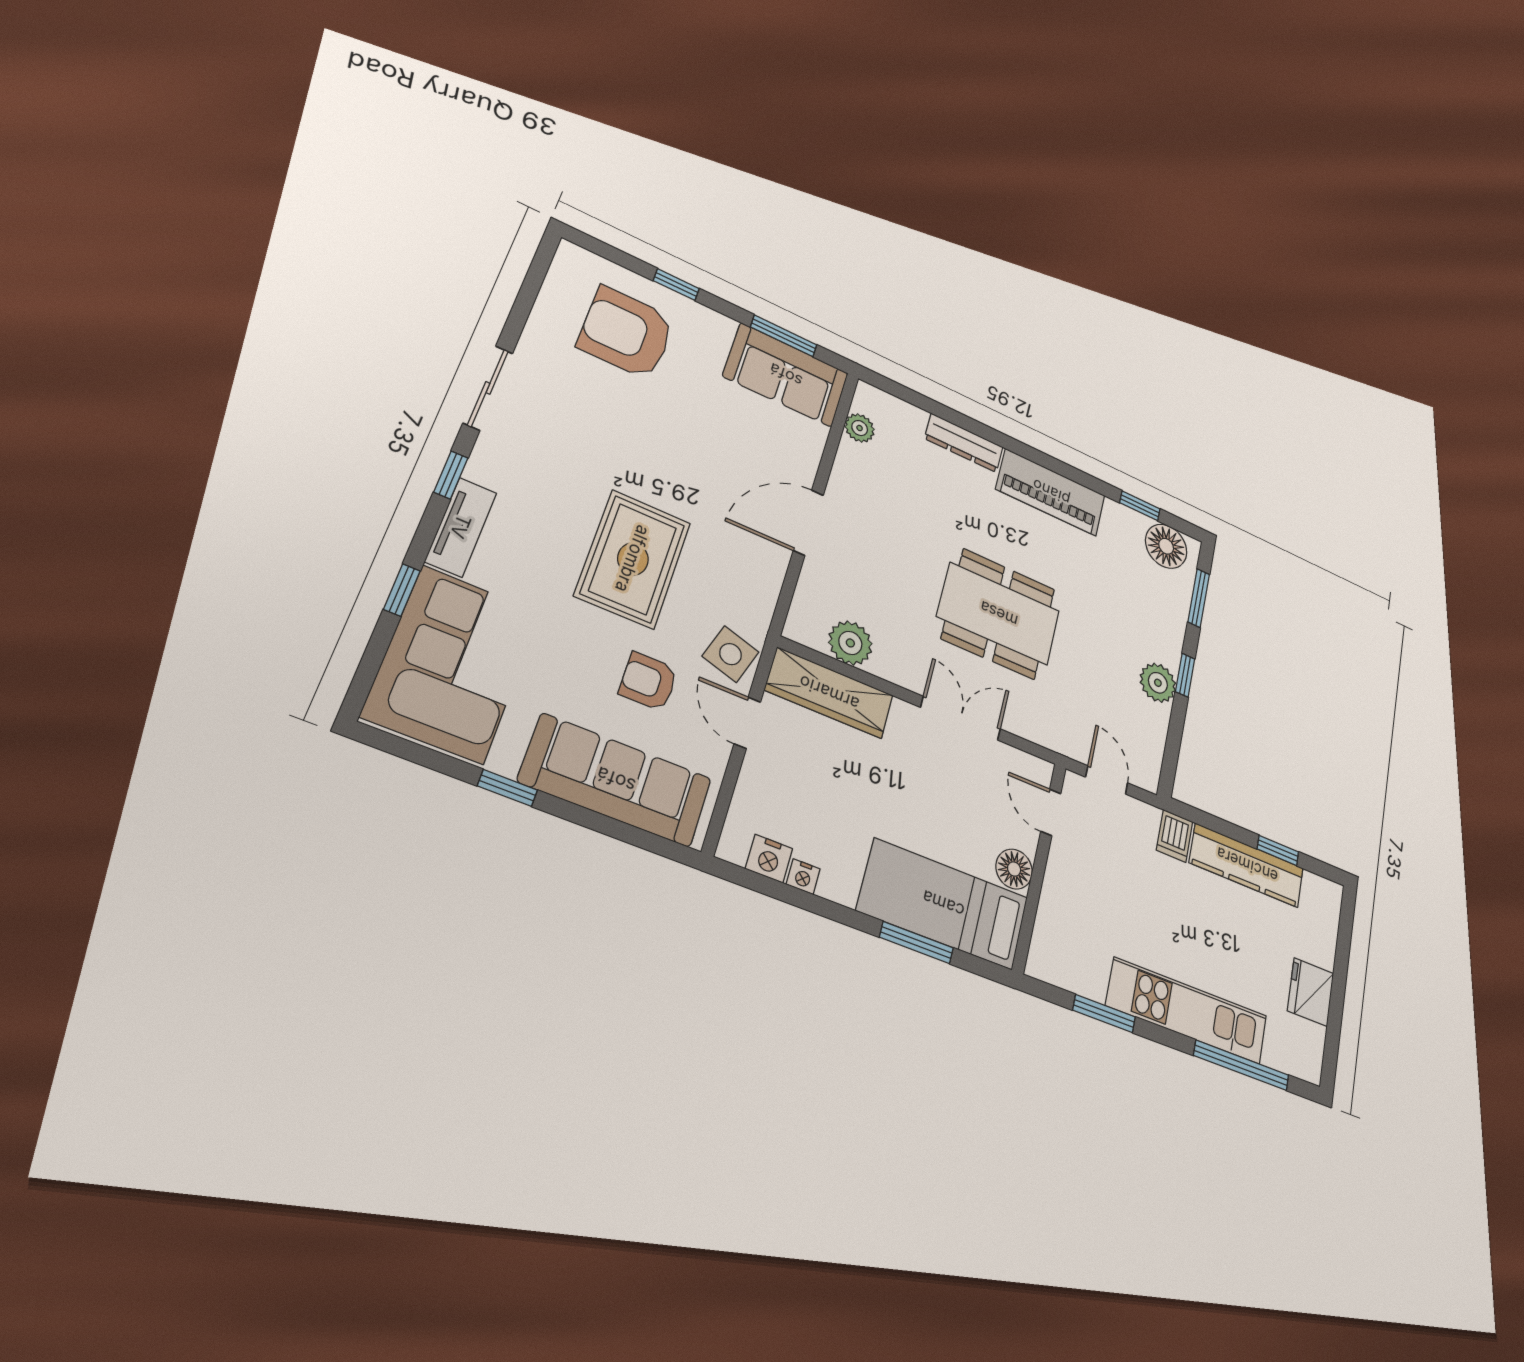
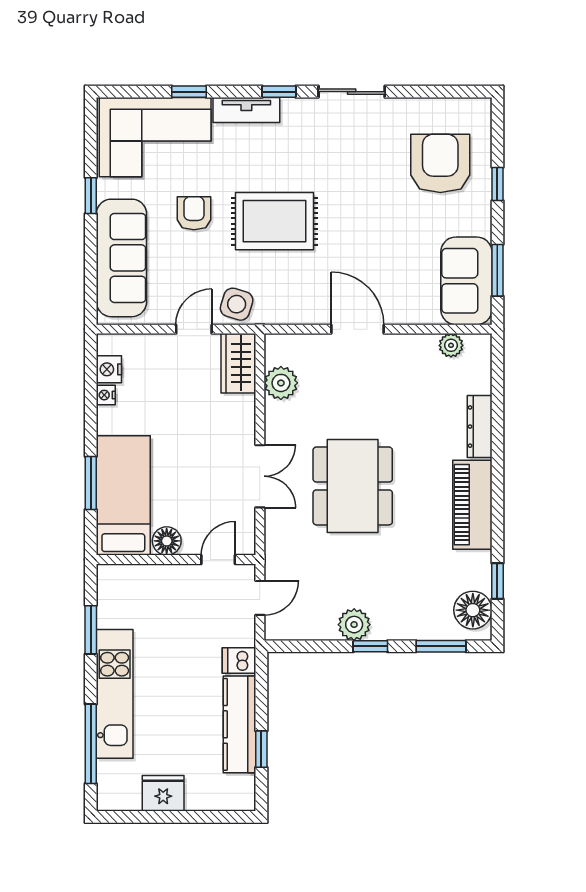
armchair: (648, 681) -> (194, 213), moved
wardrobe: (829, 693) -> (238, 363), width x0.67

